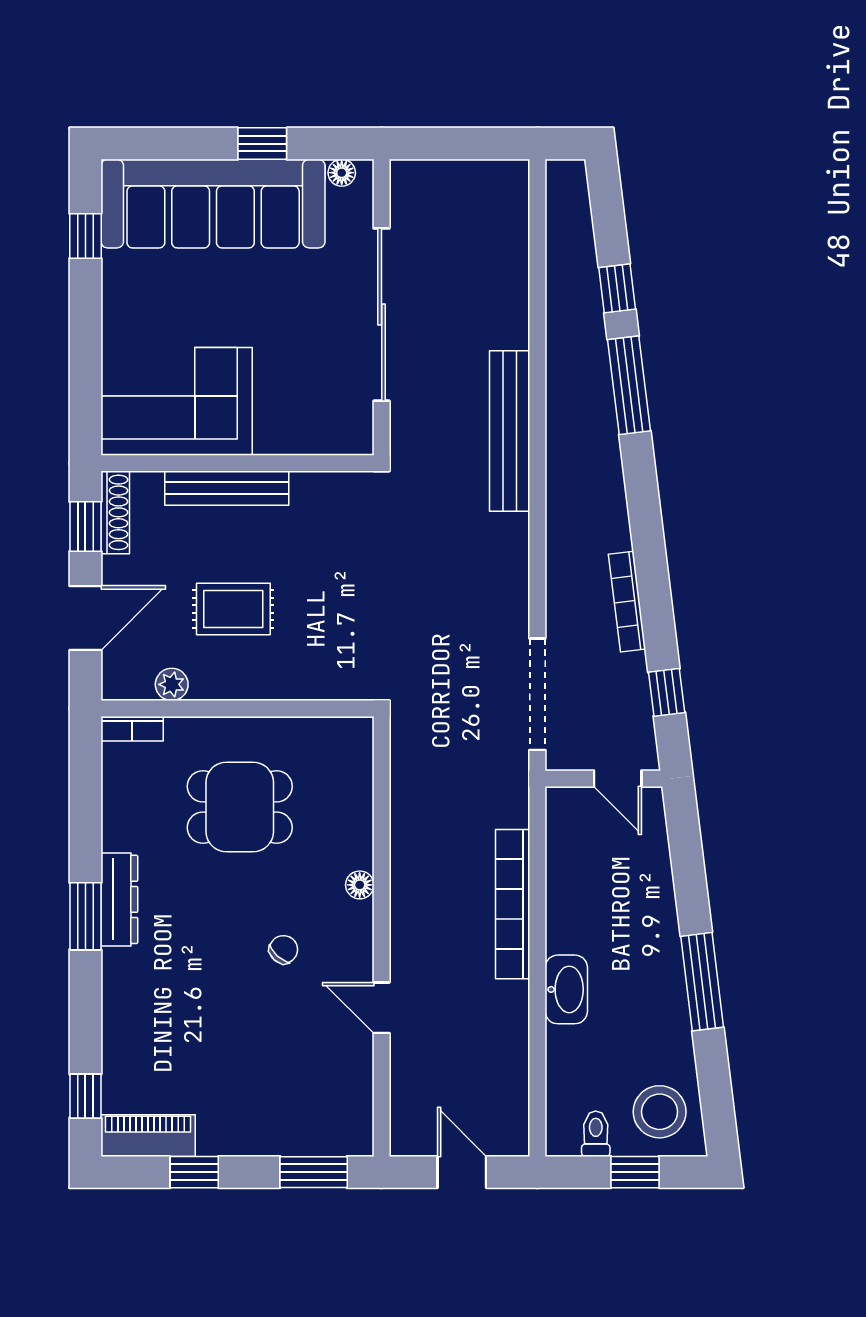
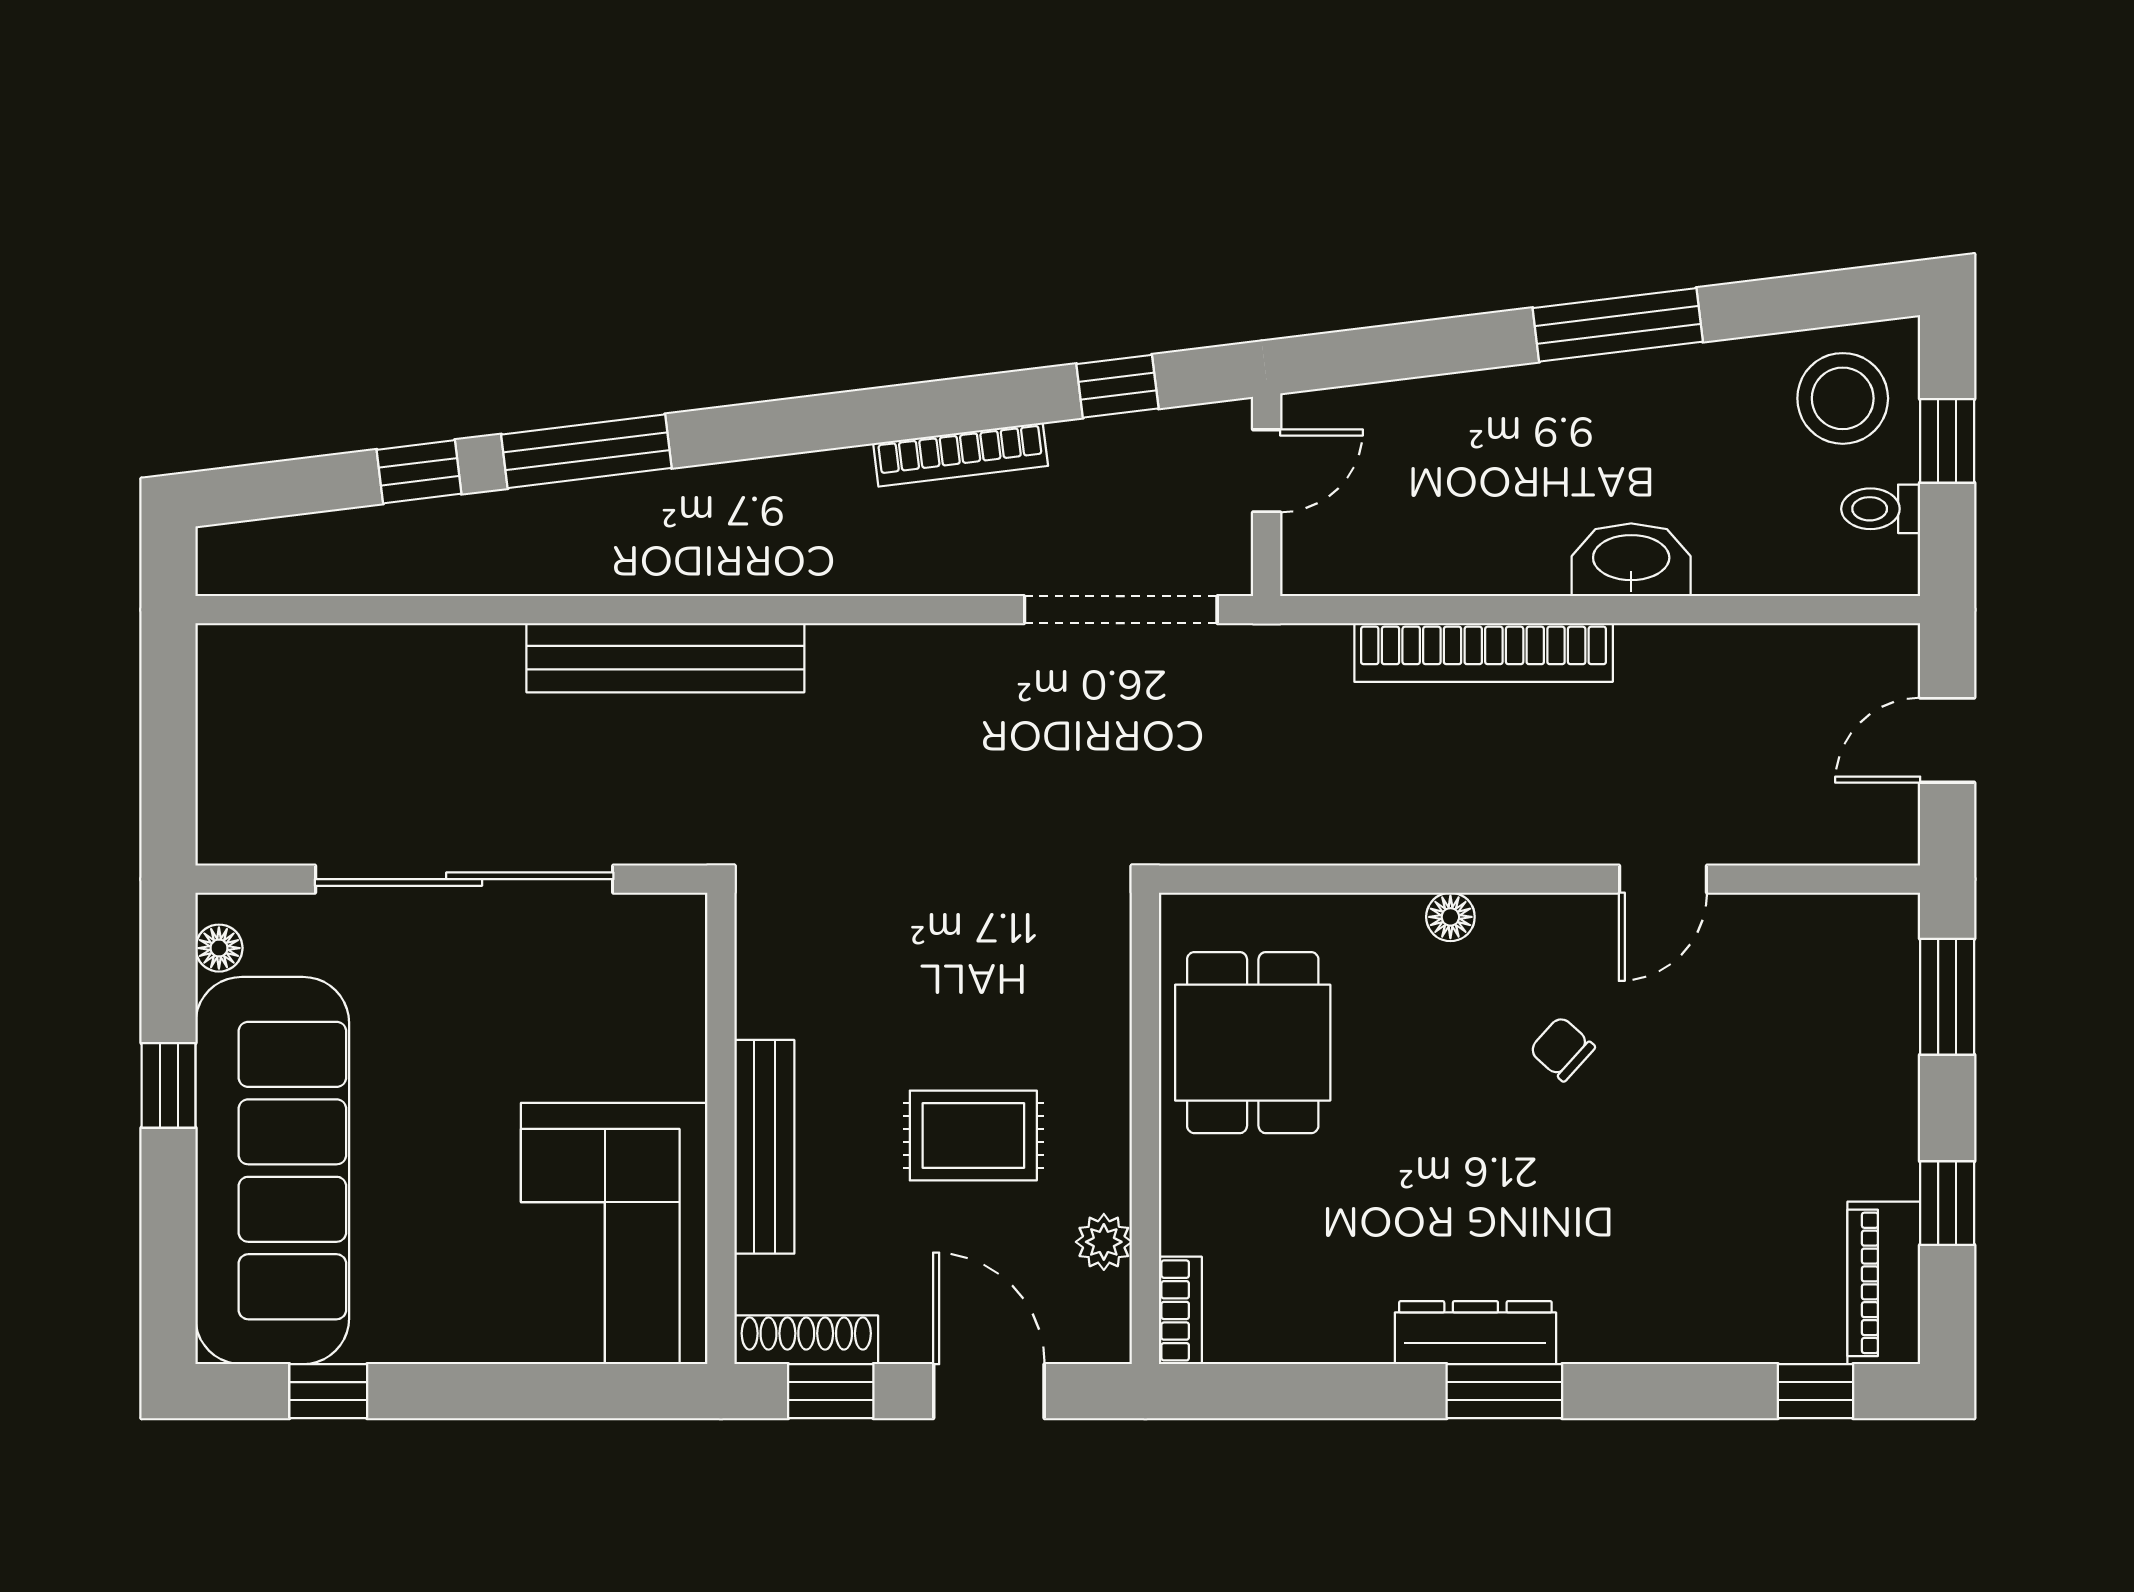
rug: (233, 609) -> (973, 1136), turned 90
dining table: (240, 807) -> (1253, 1043), moved

